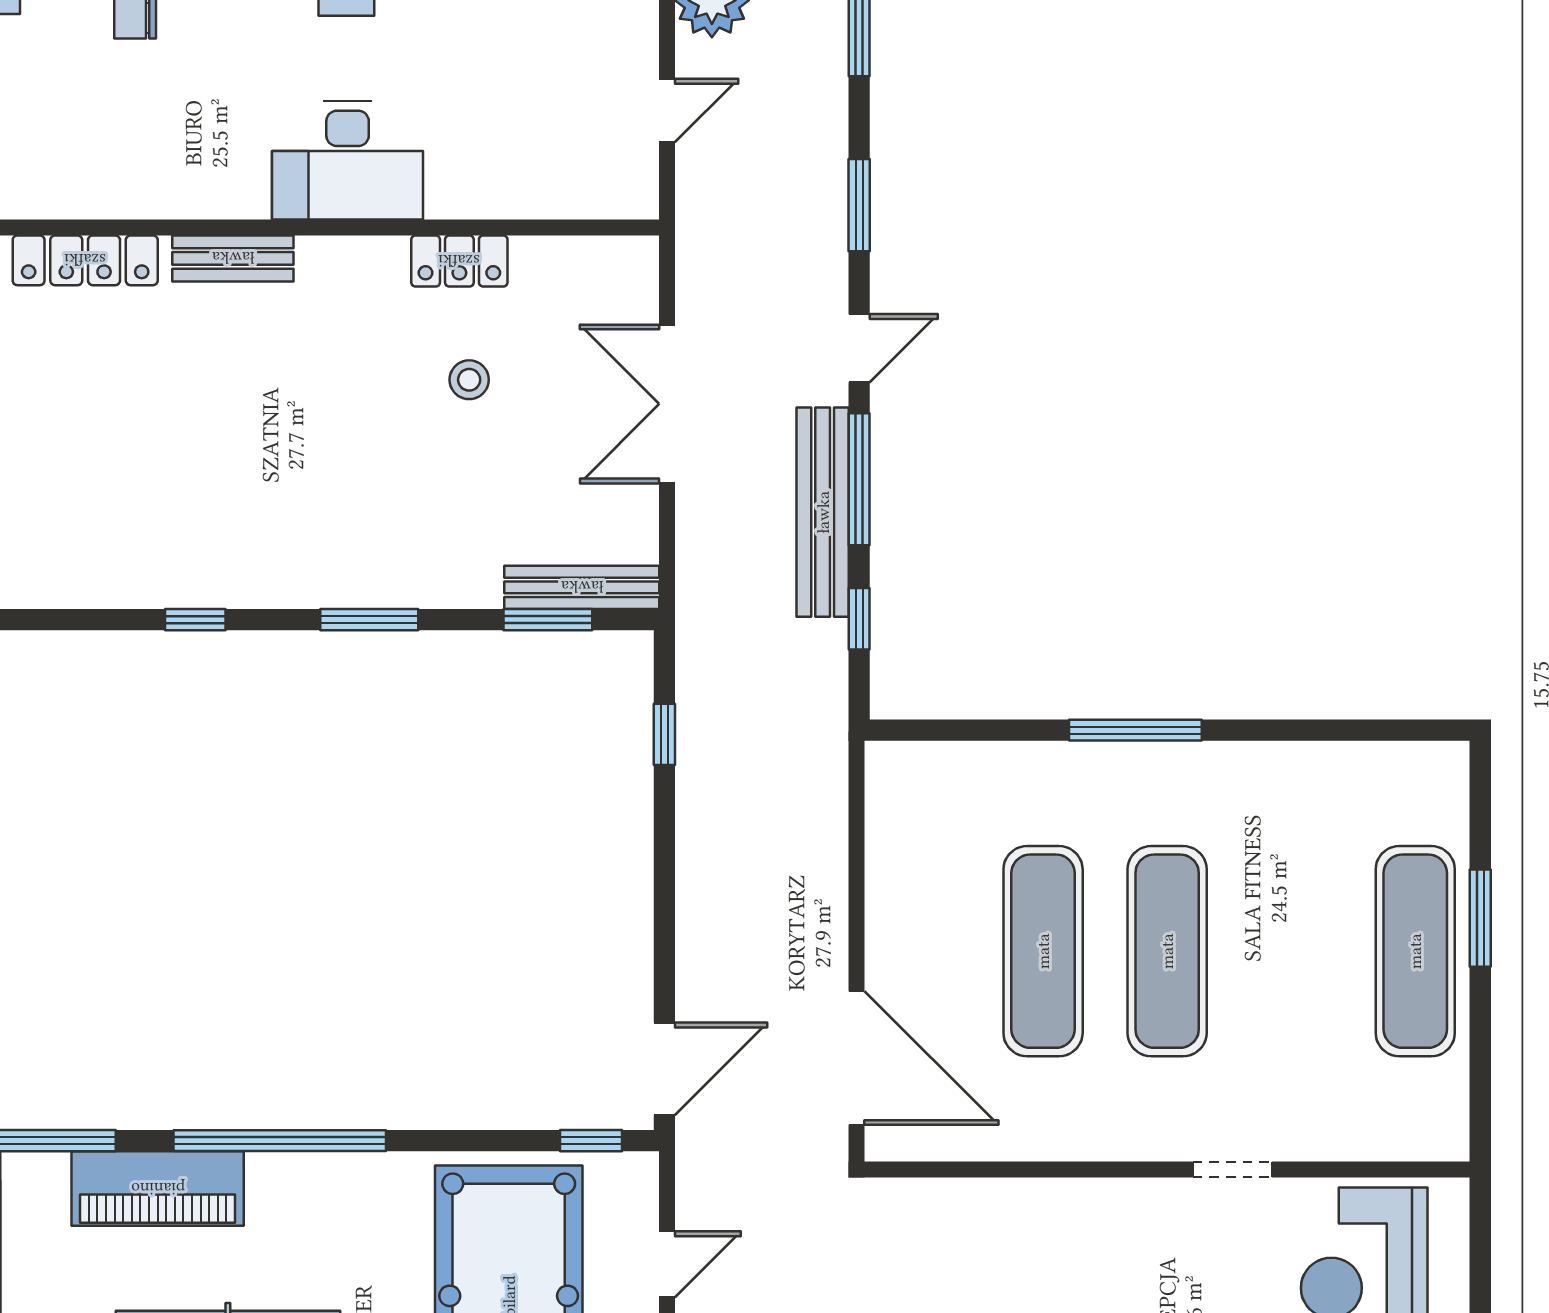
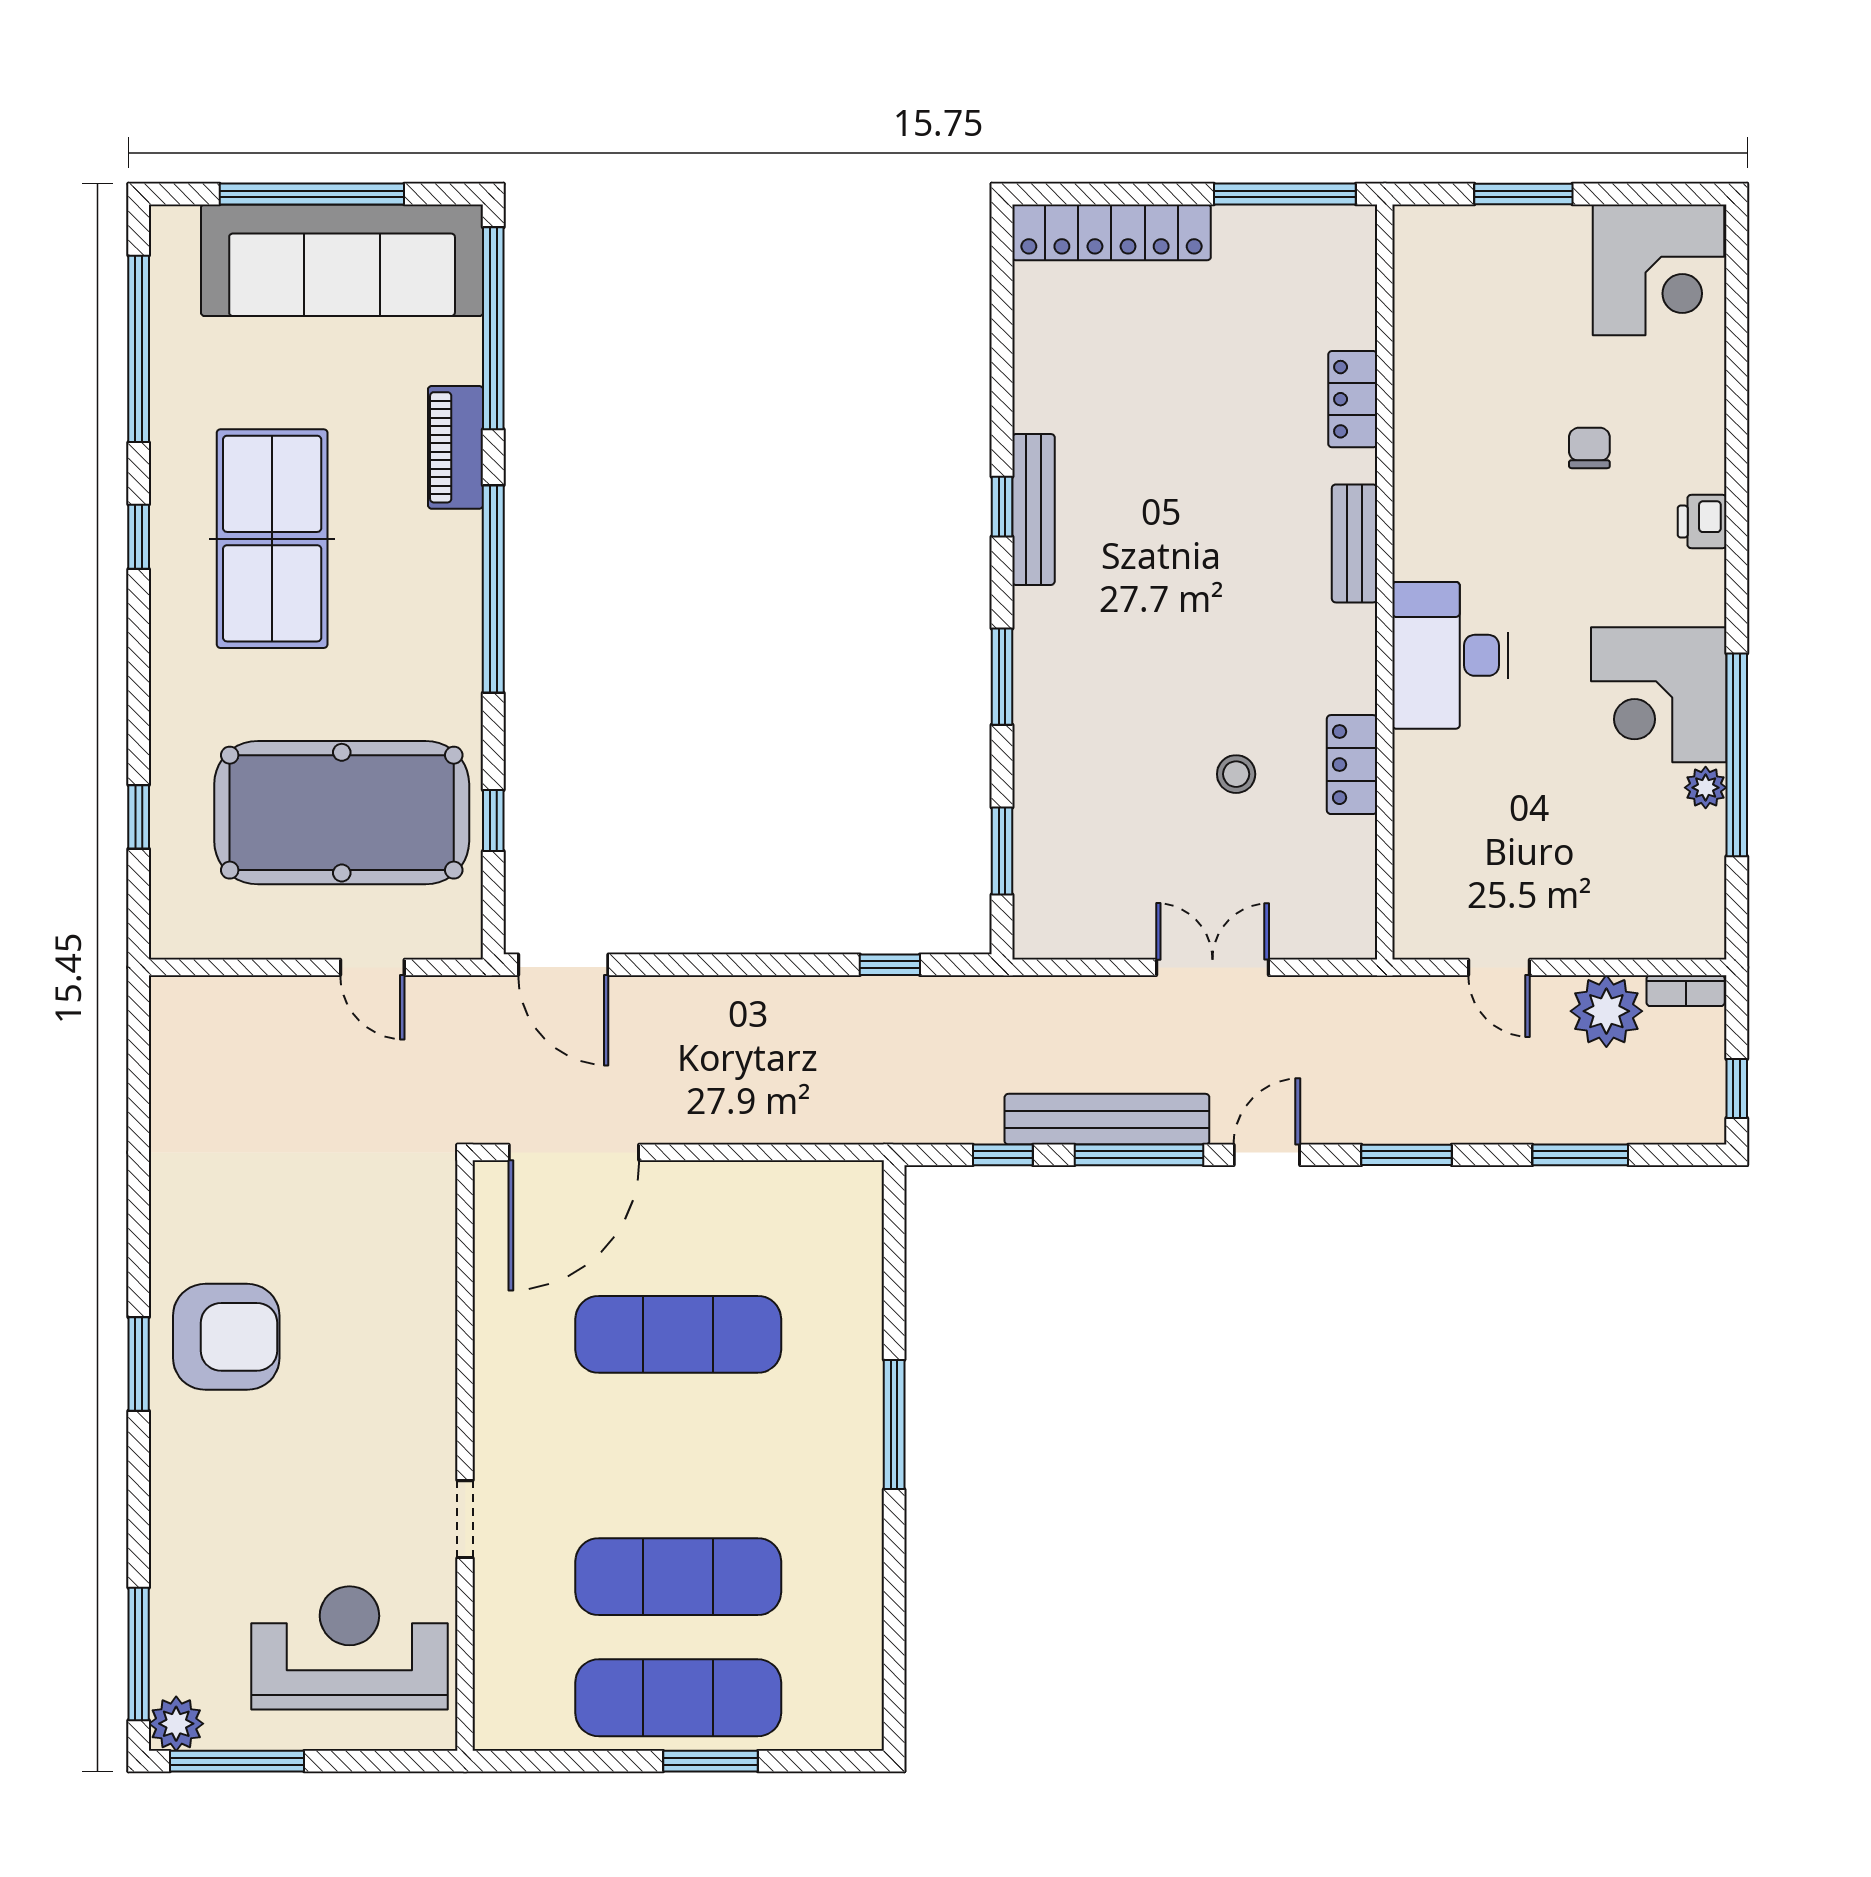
locker: (85, 260) -> (1353, 399), width x0.66
door: (859, 348) -> (1267, 1155), swing flipped
double door: (667, 404) -> (1213, 967), width x0.73
bench: (582, 587) -> (1033, 509), moved
exercise mat: (1167, 951) -> (678, 1577), moved
window: (591, 1141) -> (493, 820), moved
piano: (158, 1189) -> (456, 447), width x0.73, depth x0.75

